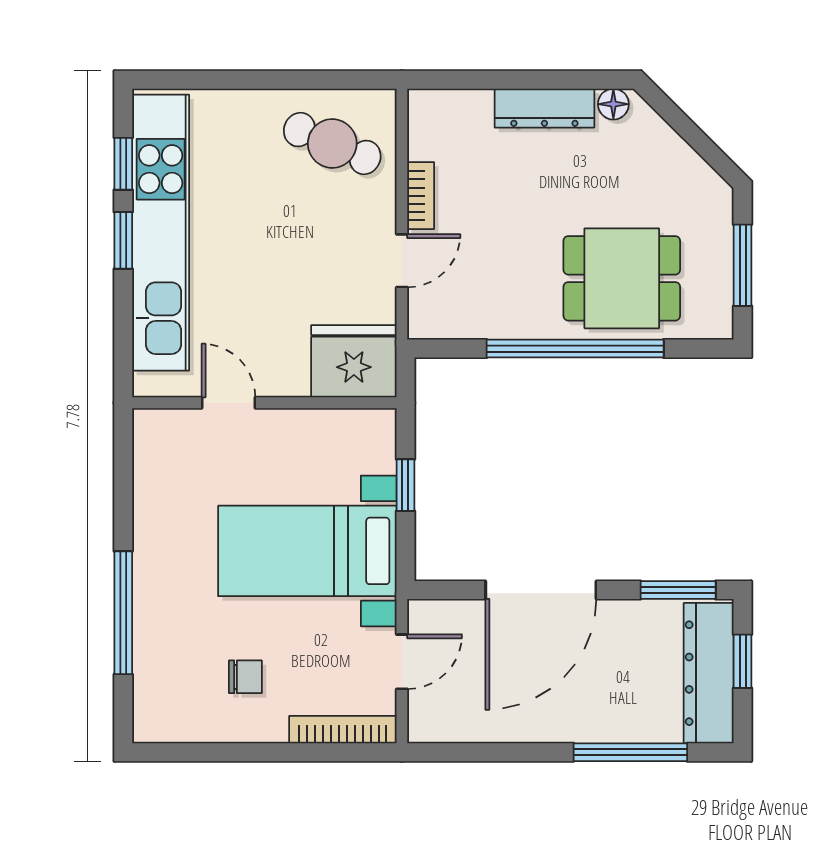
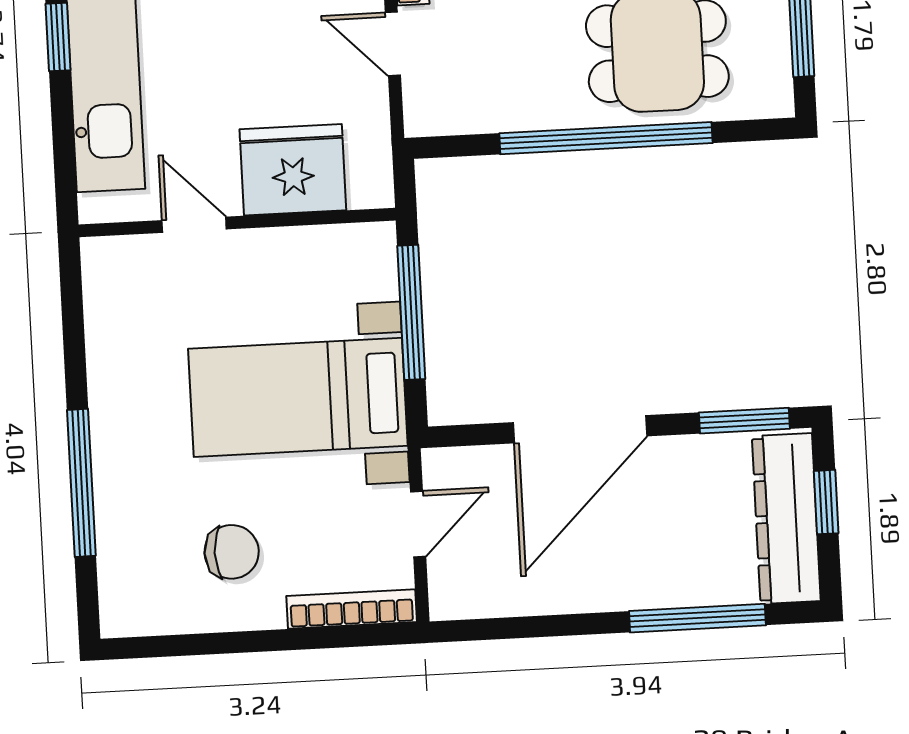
door: (402, 261) -> (393, 44), swing flipped
fridge: (354, 361) -> (293, 170), moved
window: (405, 485) -> (411, 312), width x2.17
chair: (245, 677) -> (232, 552), width x1.37, depth x1.37

